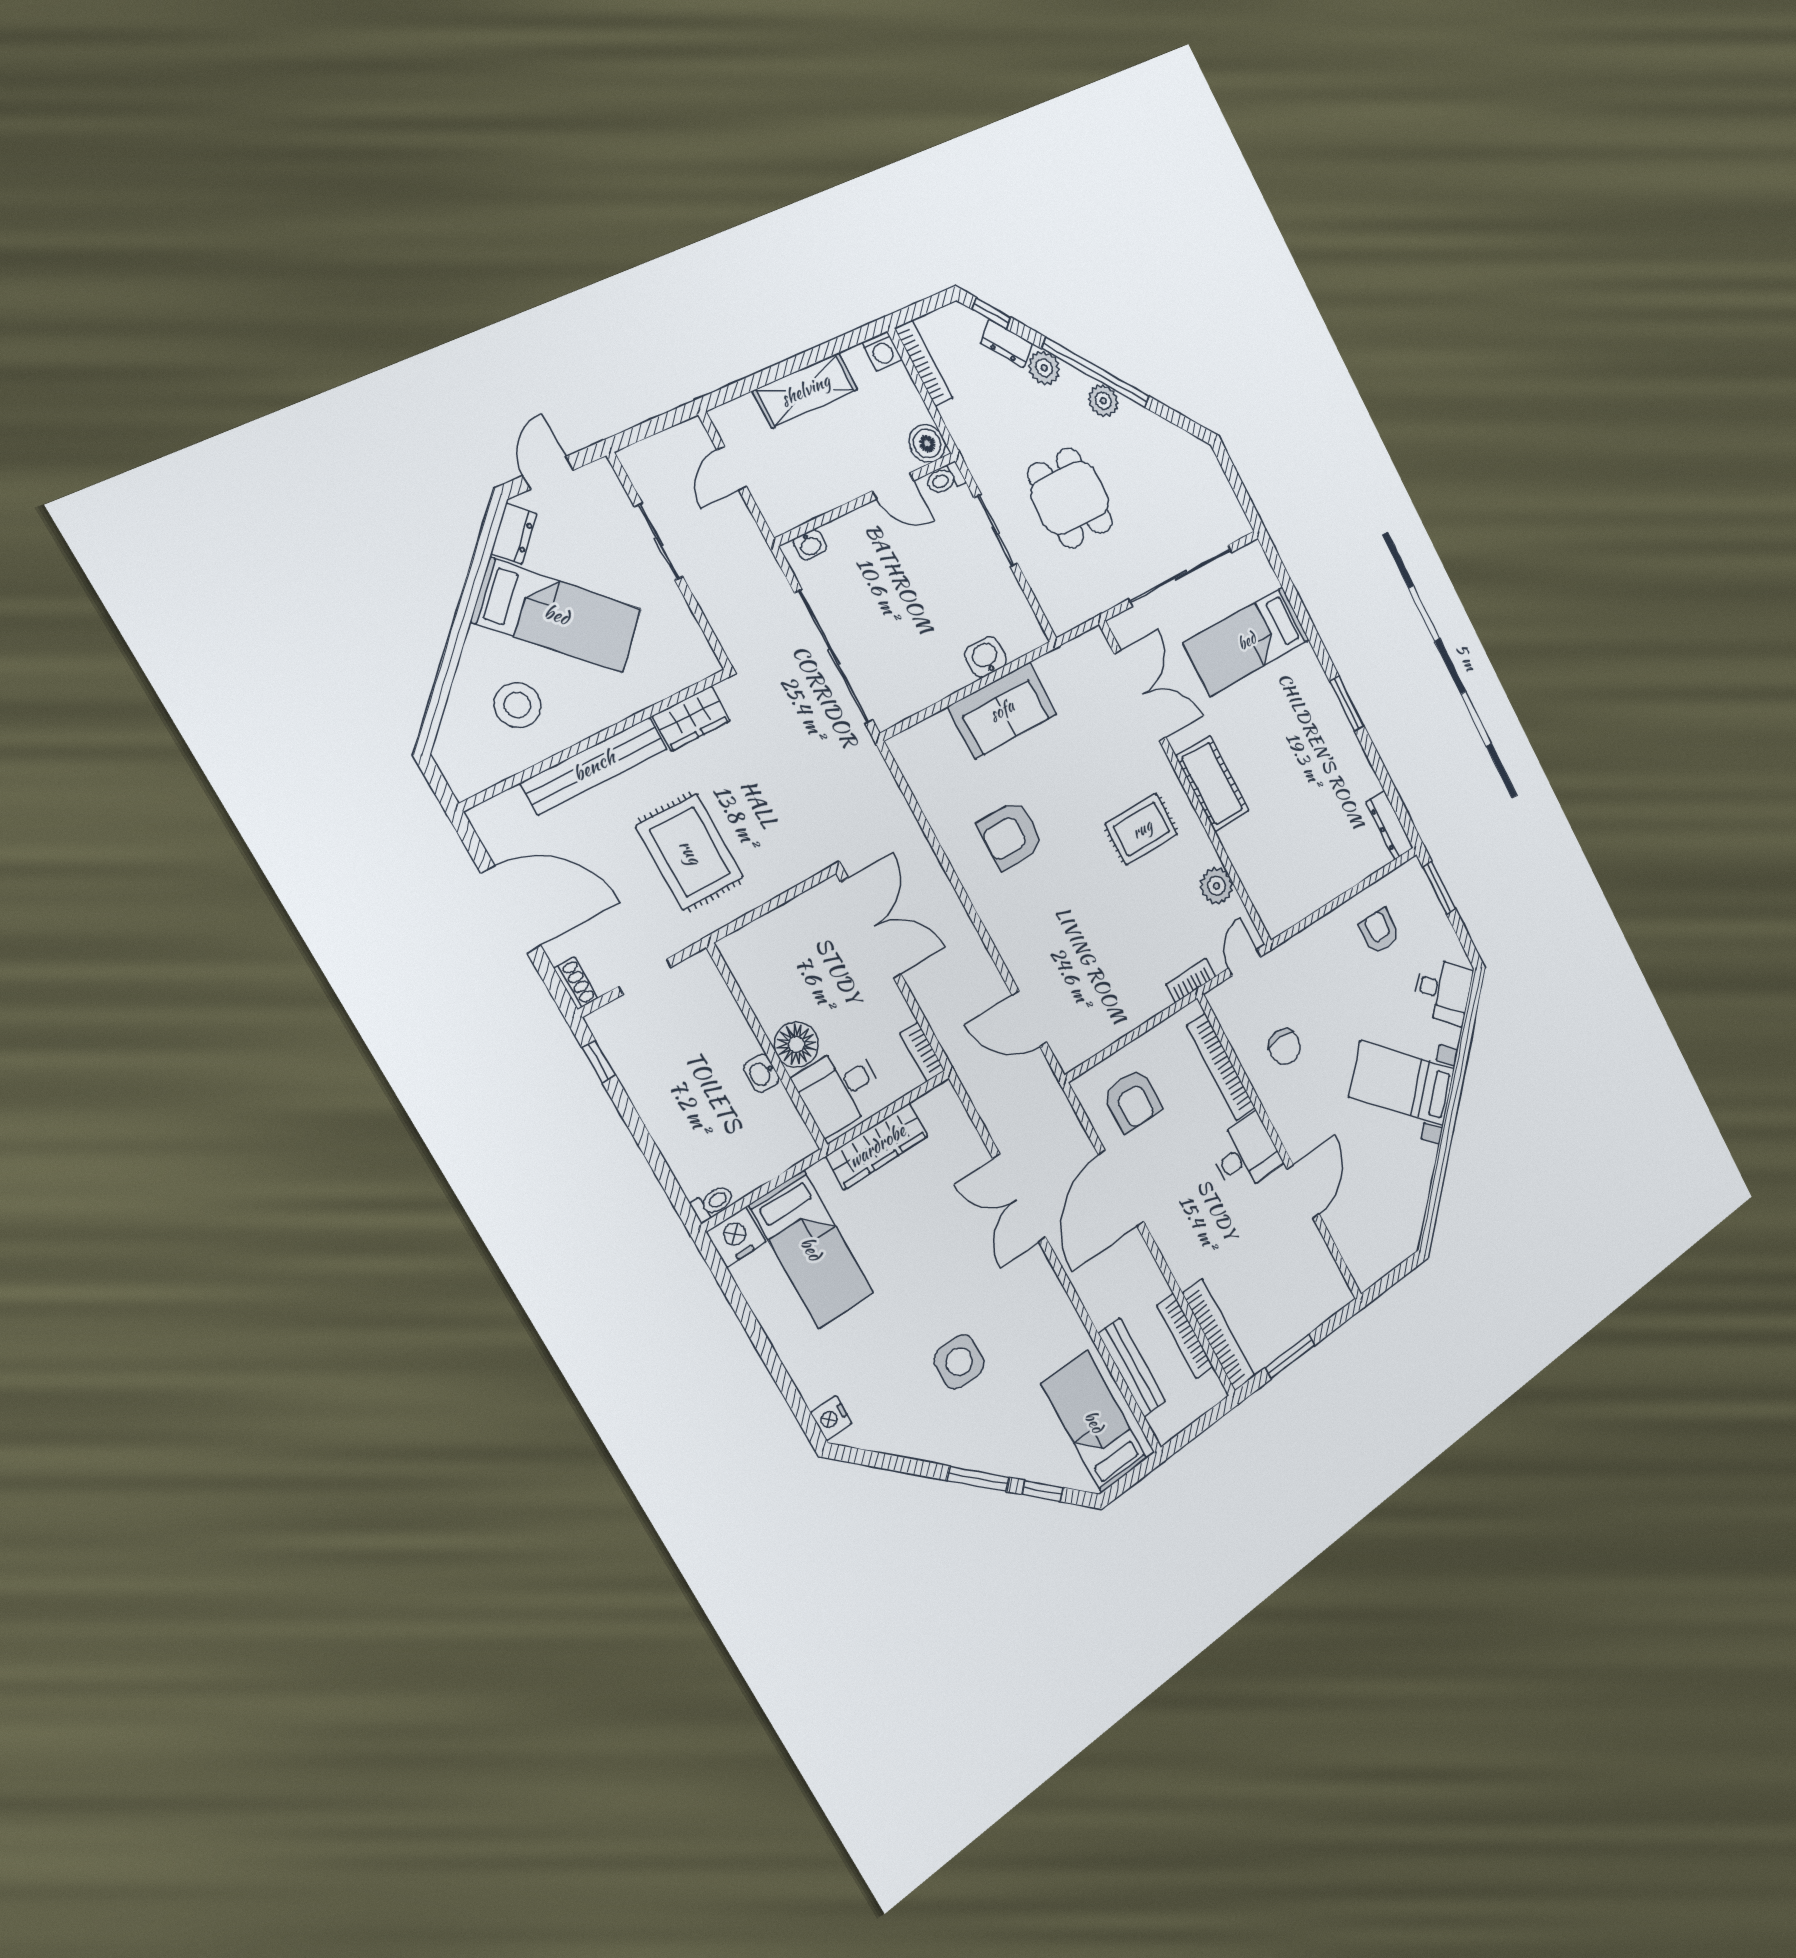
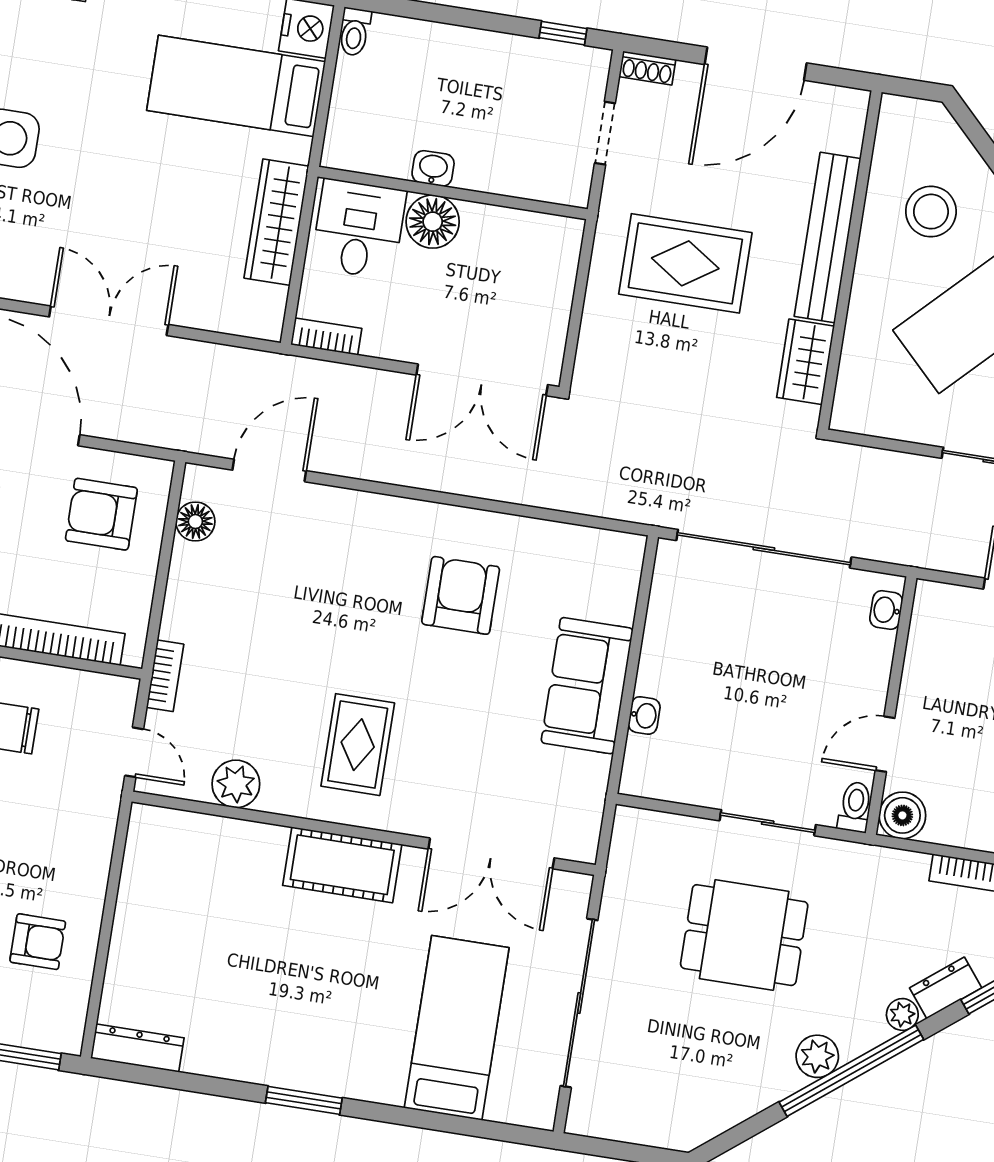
plant: (1044, 368) -> (902, 1014), width x0.73, depth x0.73
washbasin: (986, 657) -> (644, 715), width x0.72, depth x0.69
floor lamp: (1093, 1039) -> (195, 522), added

